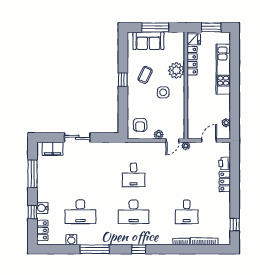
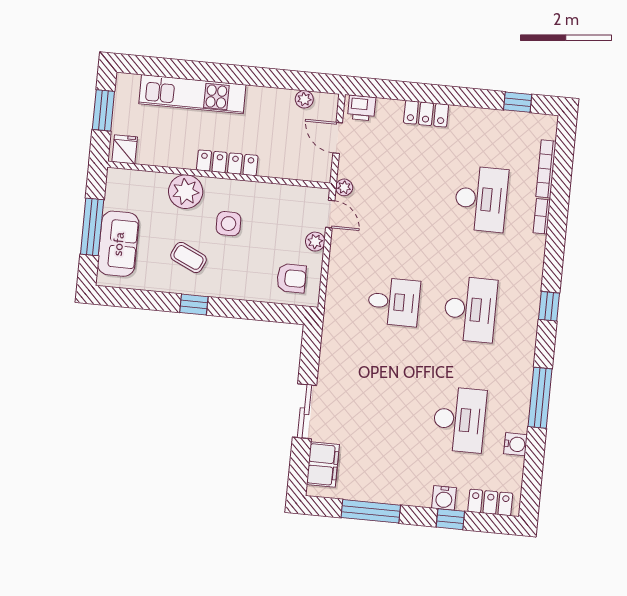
locker: (192, 61) -> (227, 163), moved
printer: (225, 163) -> (362, 108), moved
desk: (187, 212) -> (481, 199), width x1.37

